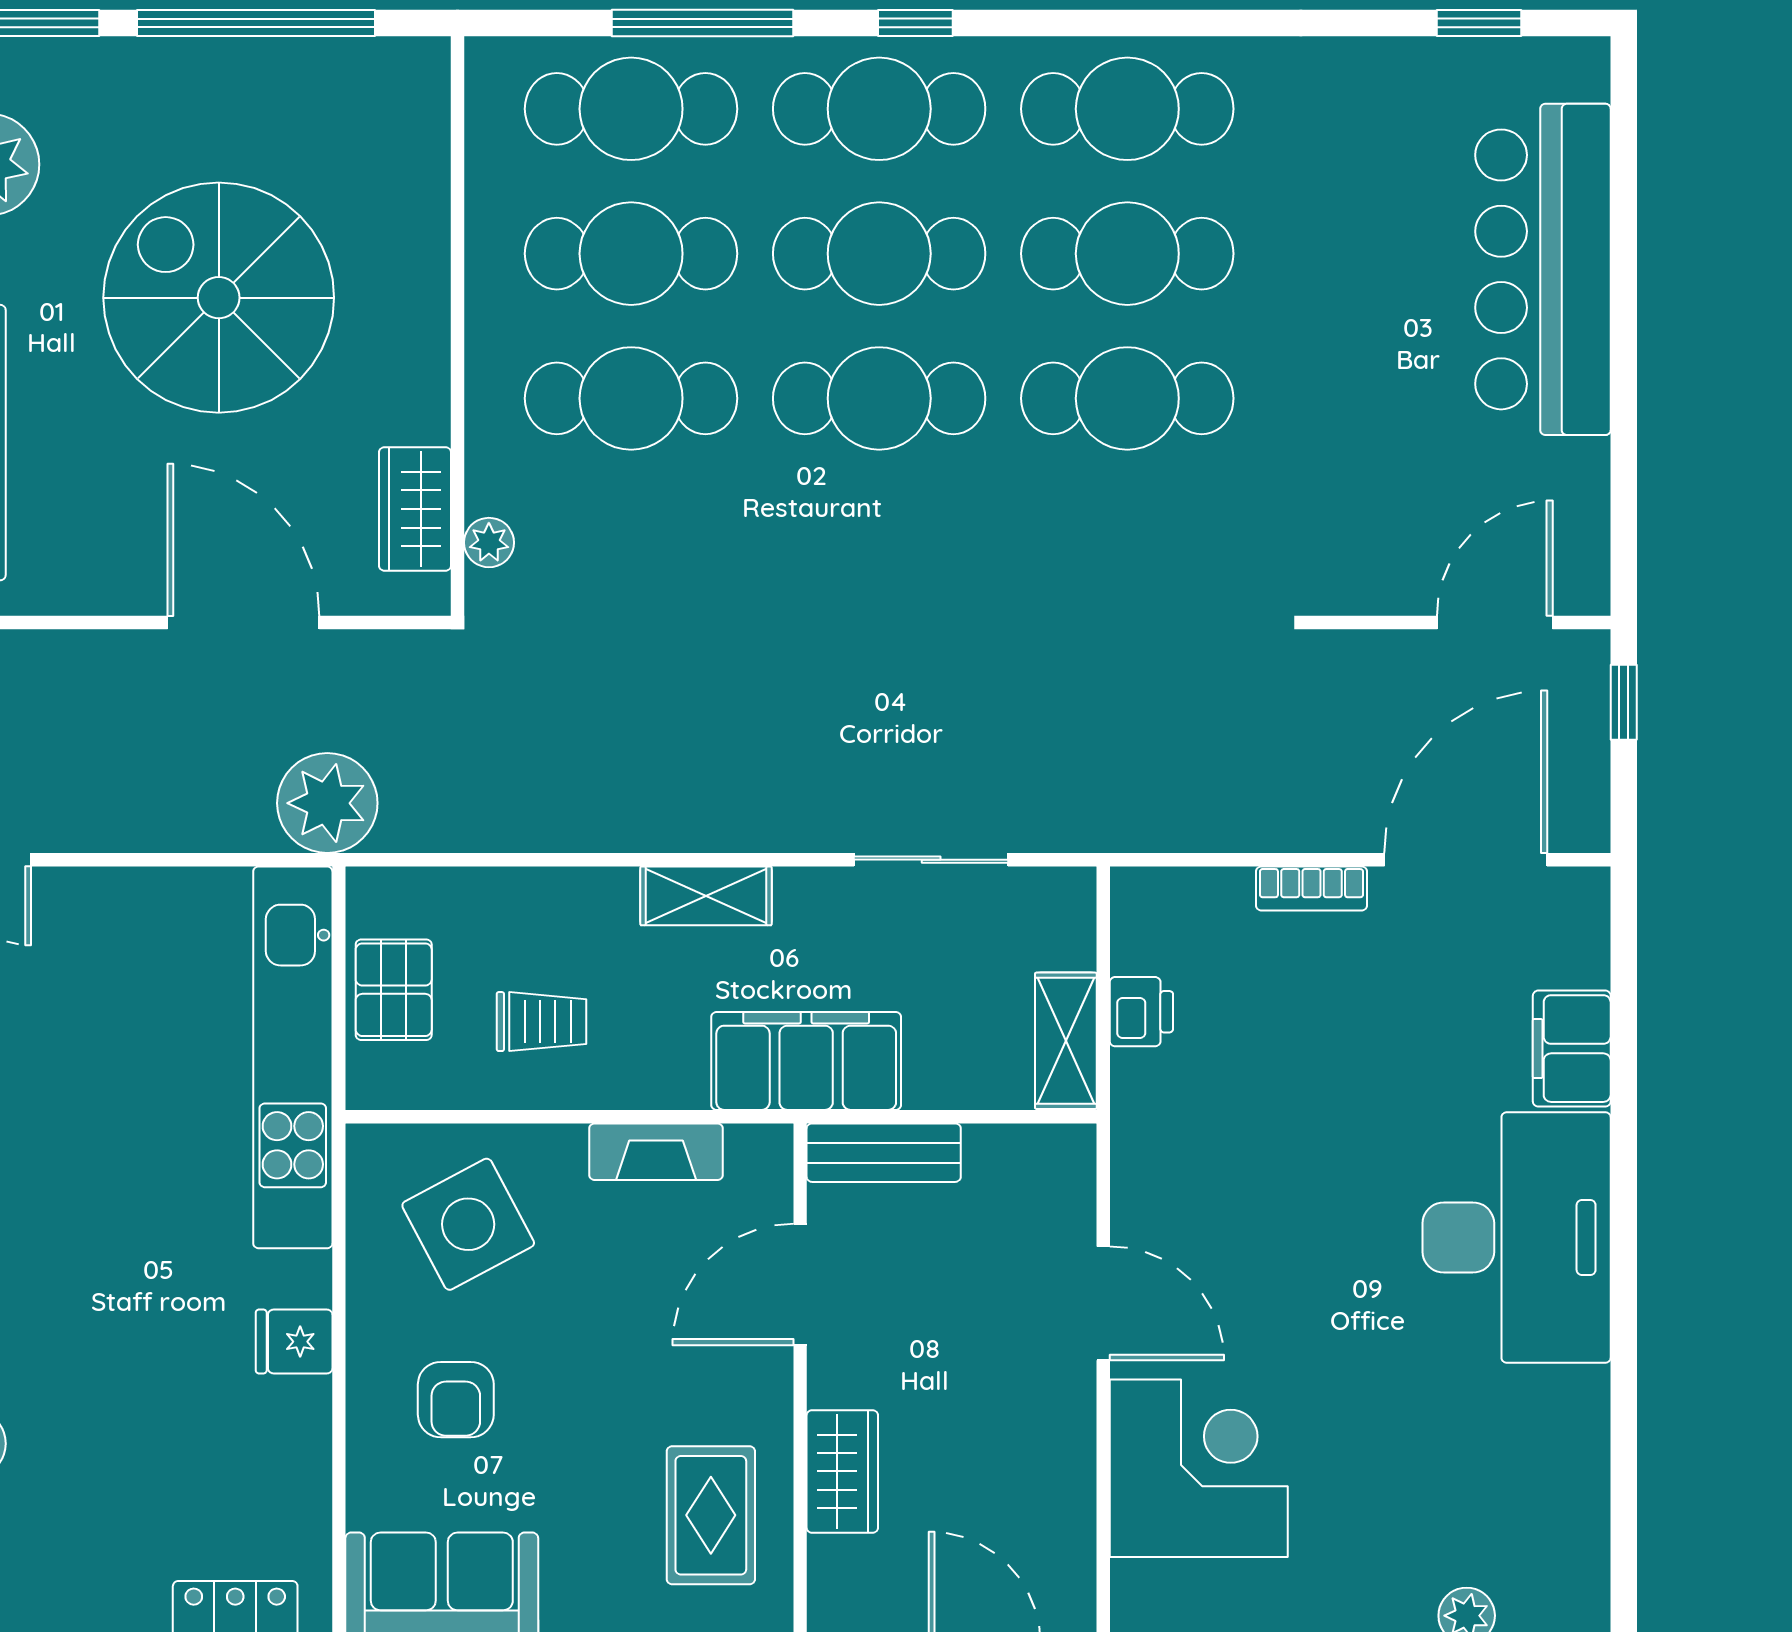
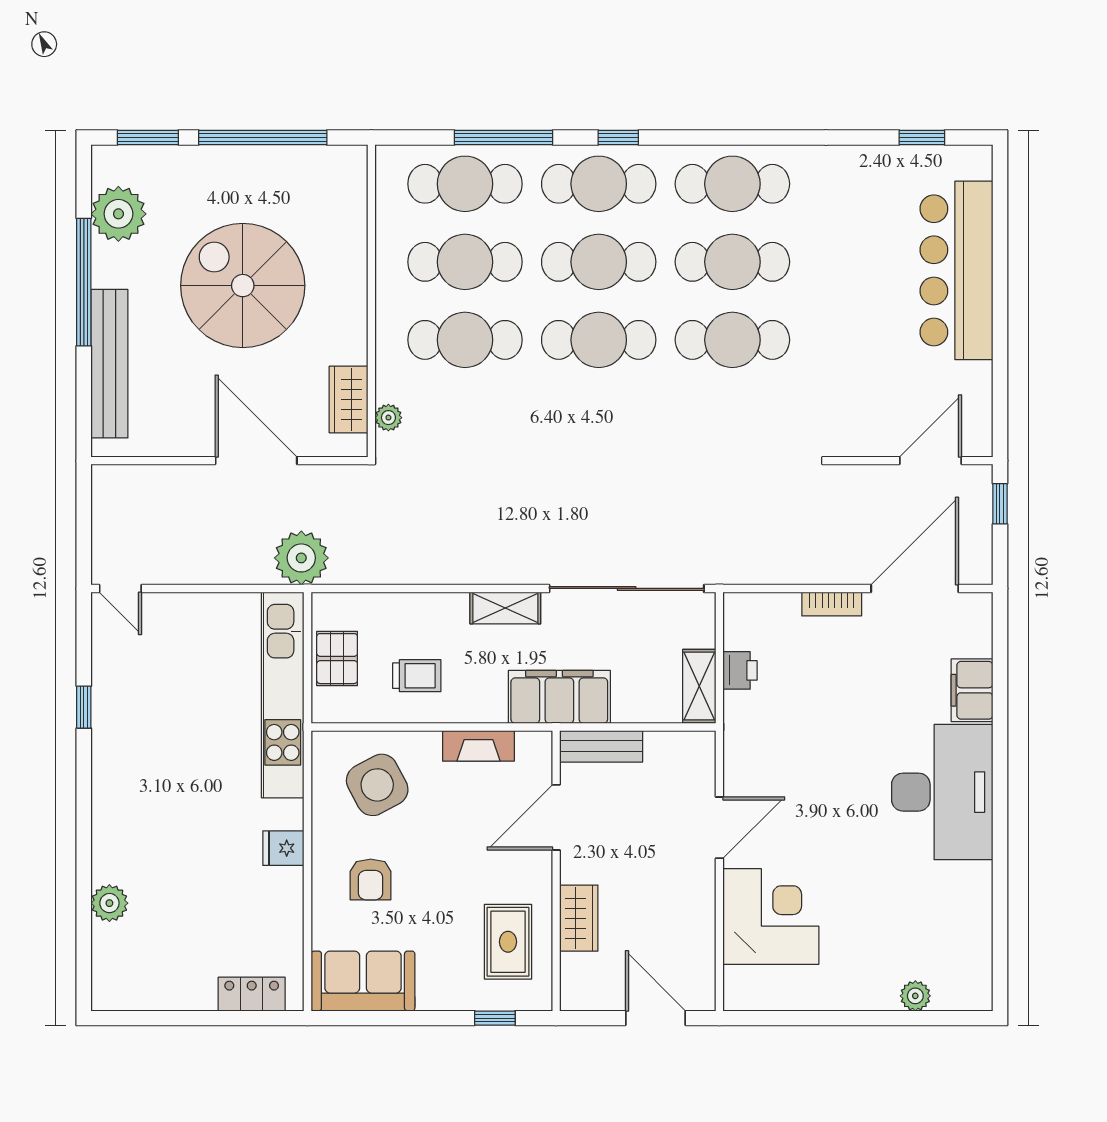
sliding door: (931, 860) -> (627, 588), width x1.86
door: (1103, 1303) -> (719, 828), hinge flipped

